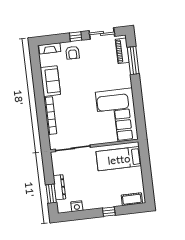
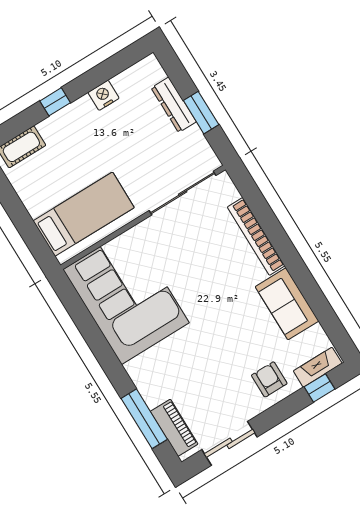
window: (76, 37) -> (320, 388), moved
window: (51, 194) -> (201, 113), moved
nightstand: (77, 206) -> (103, 95), moved

